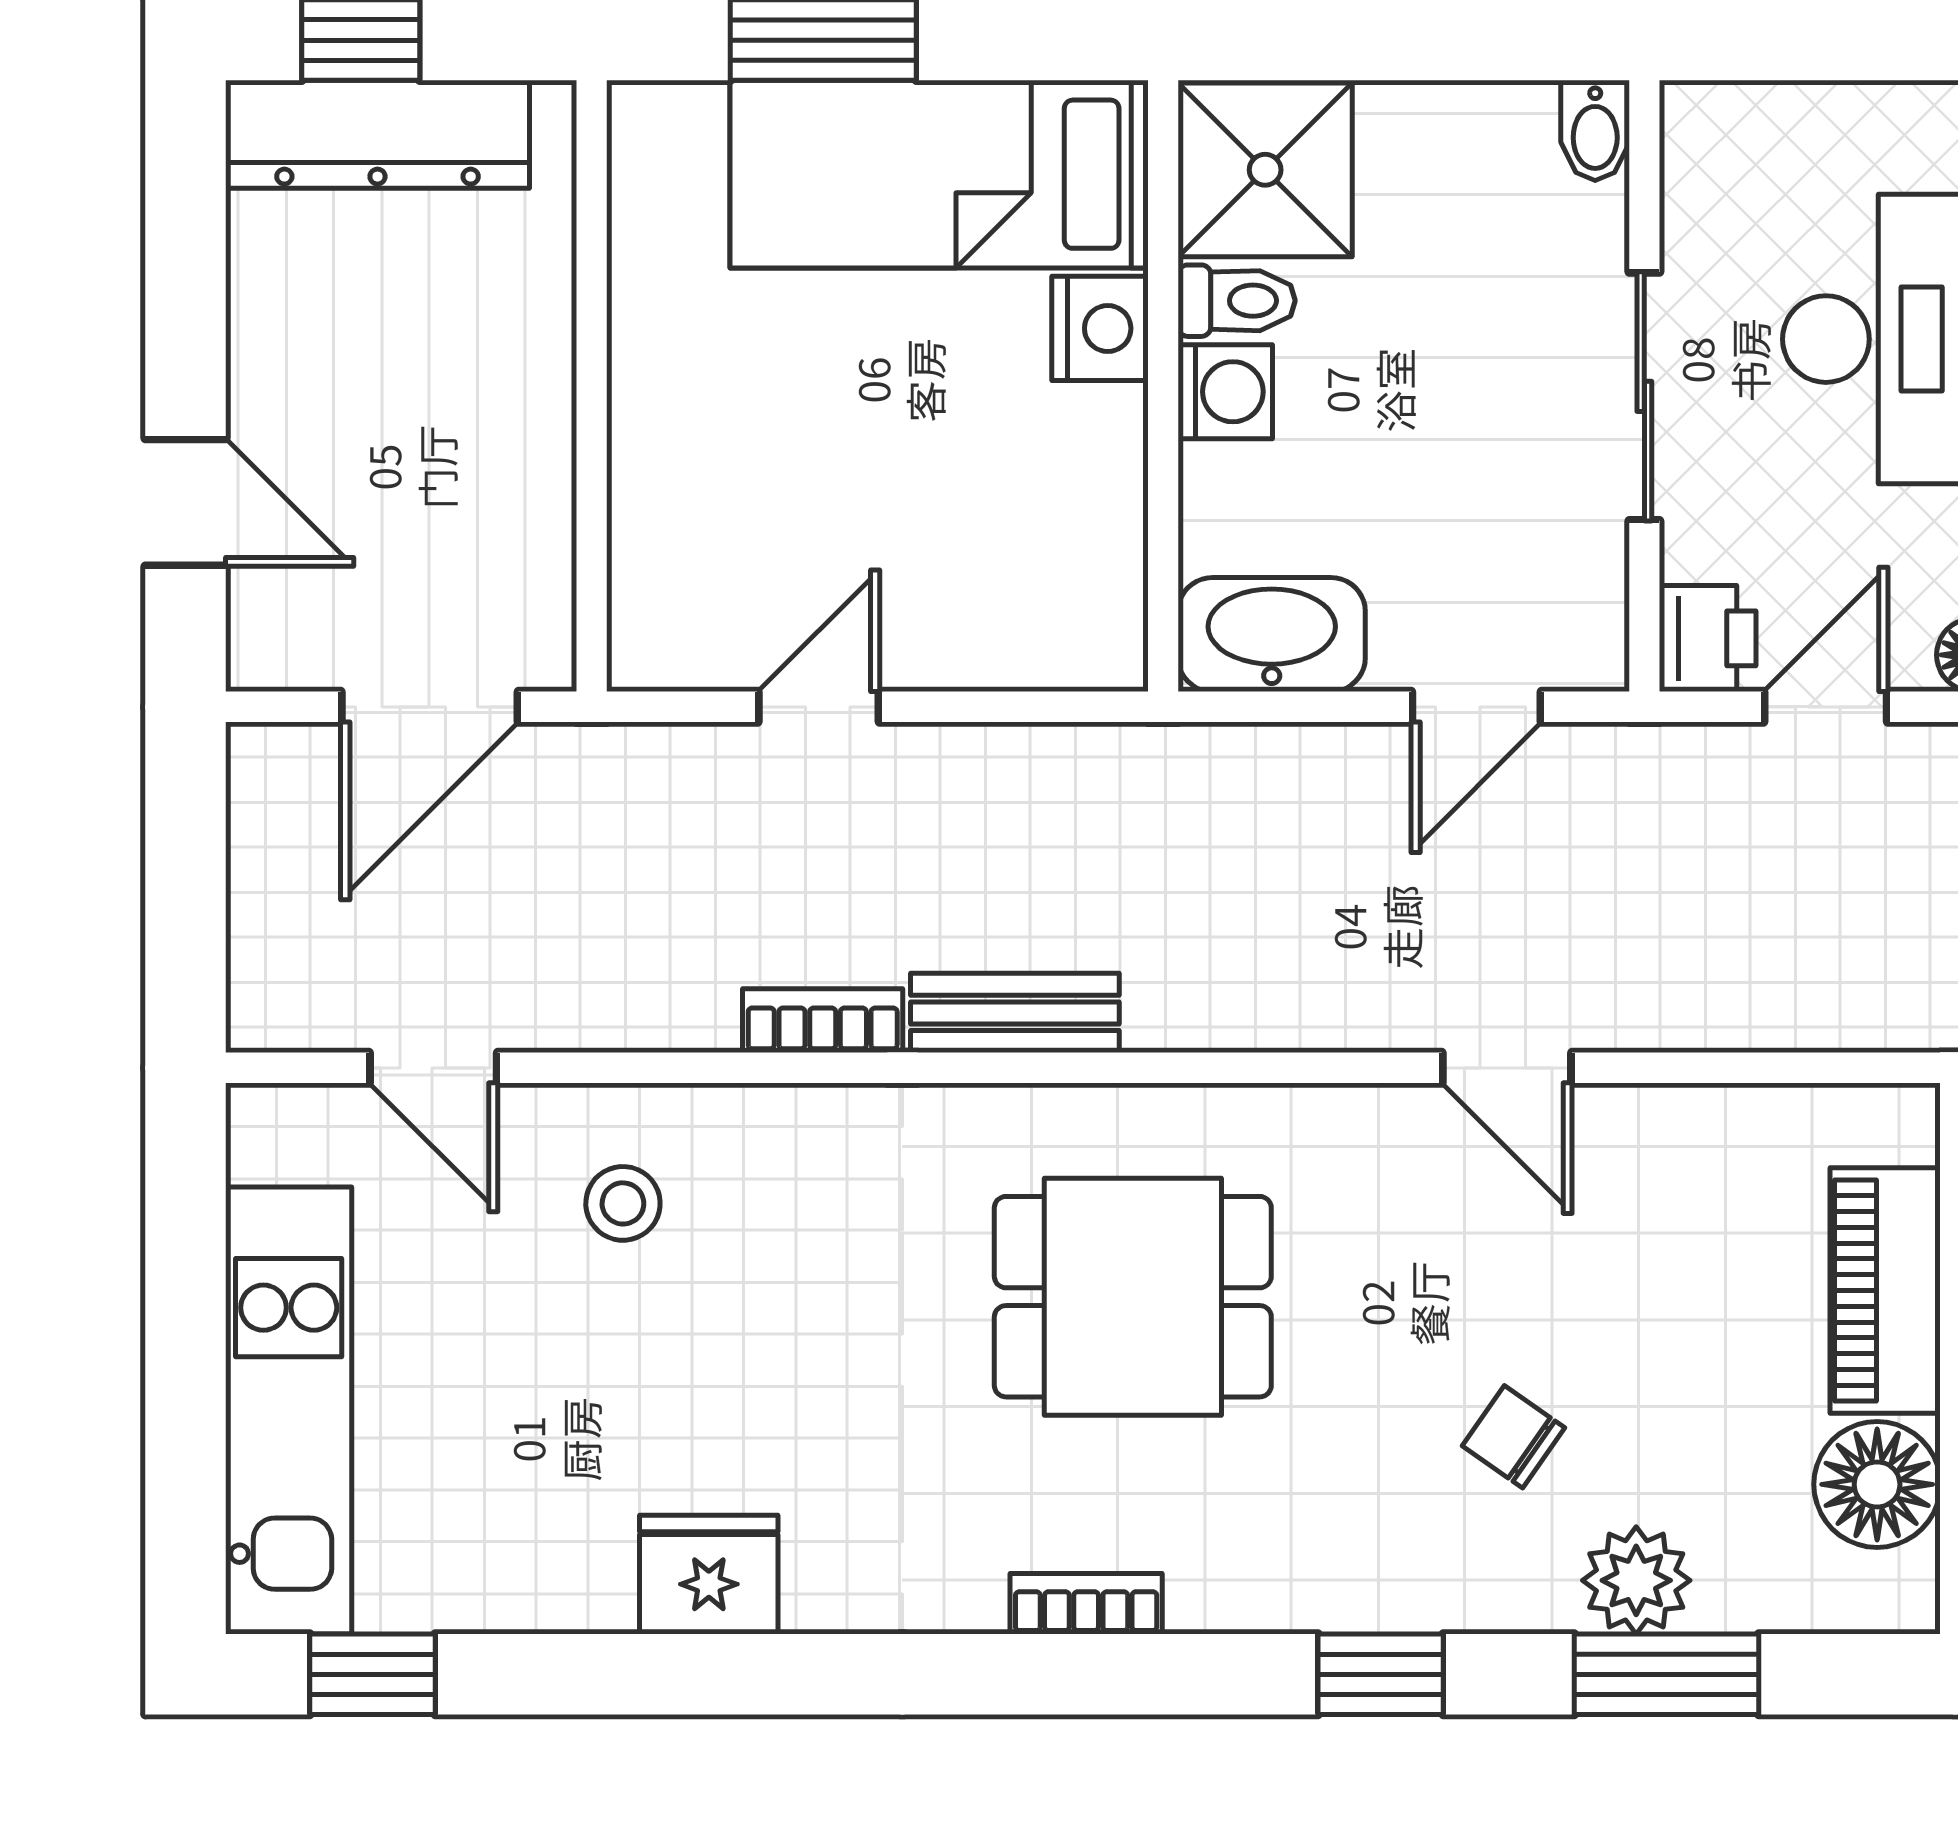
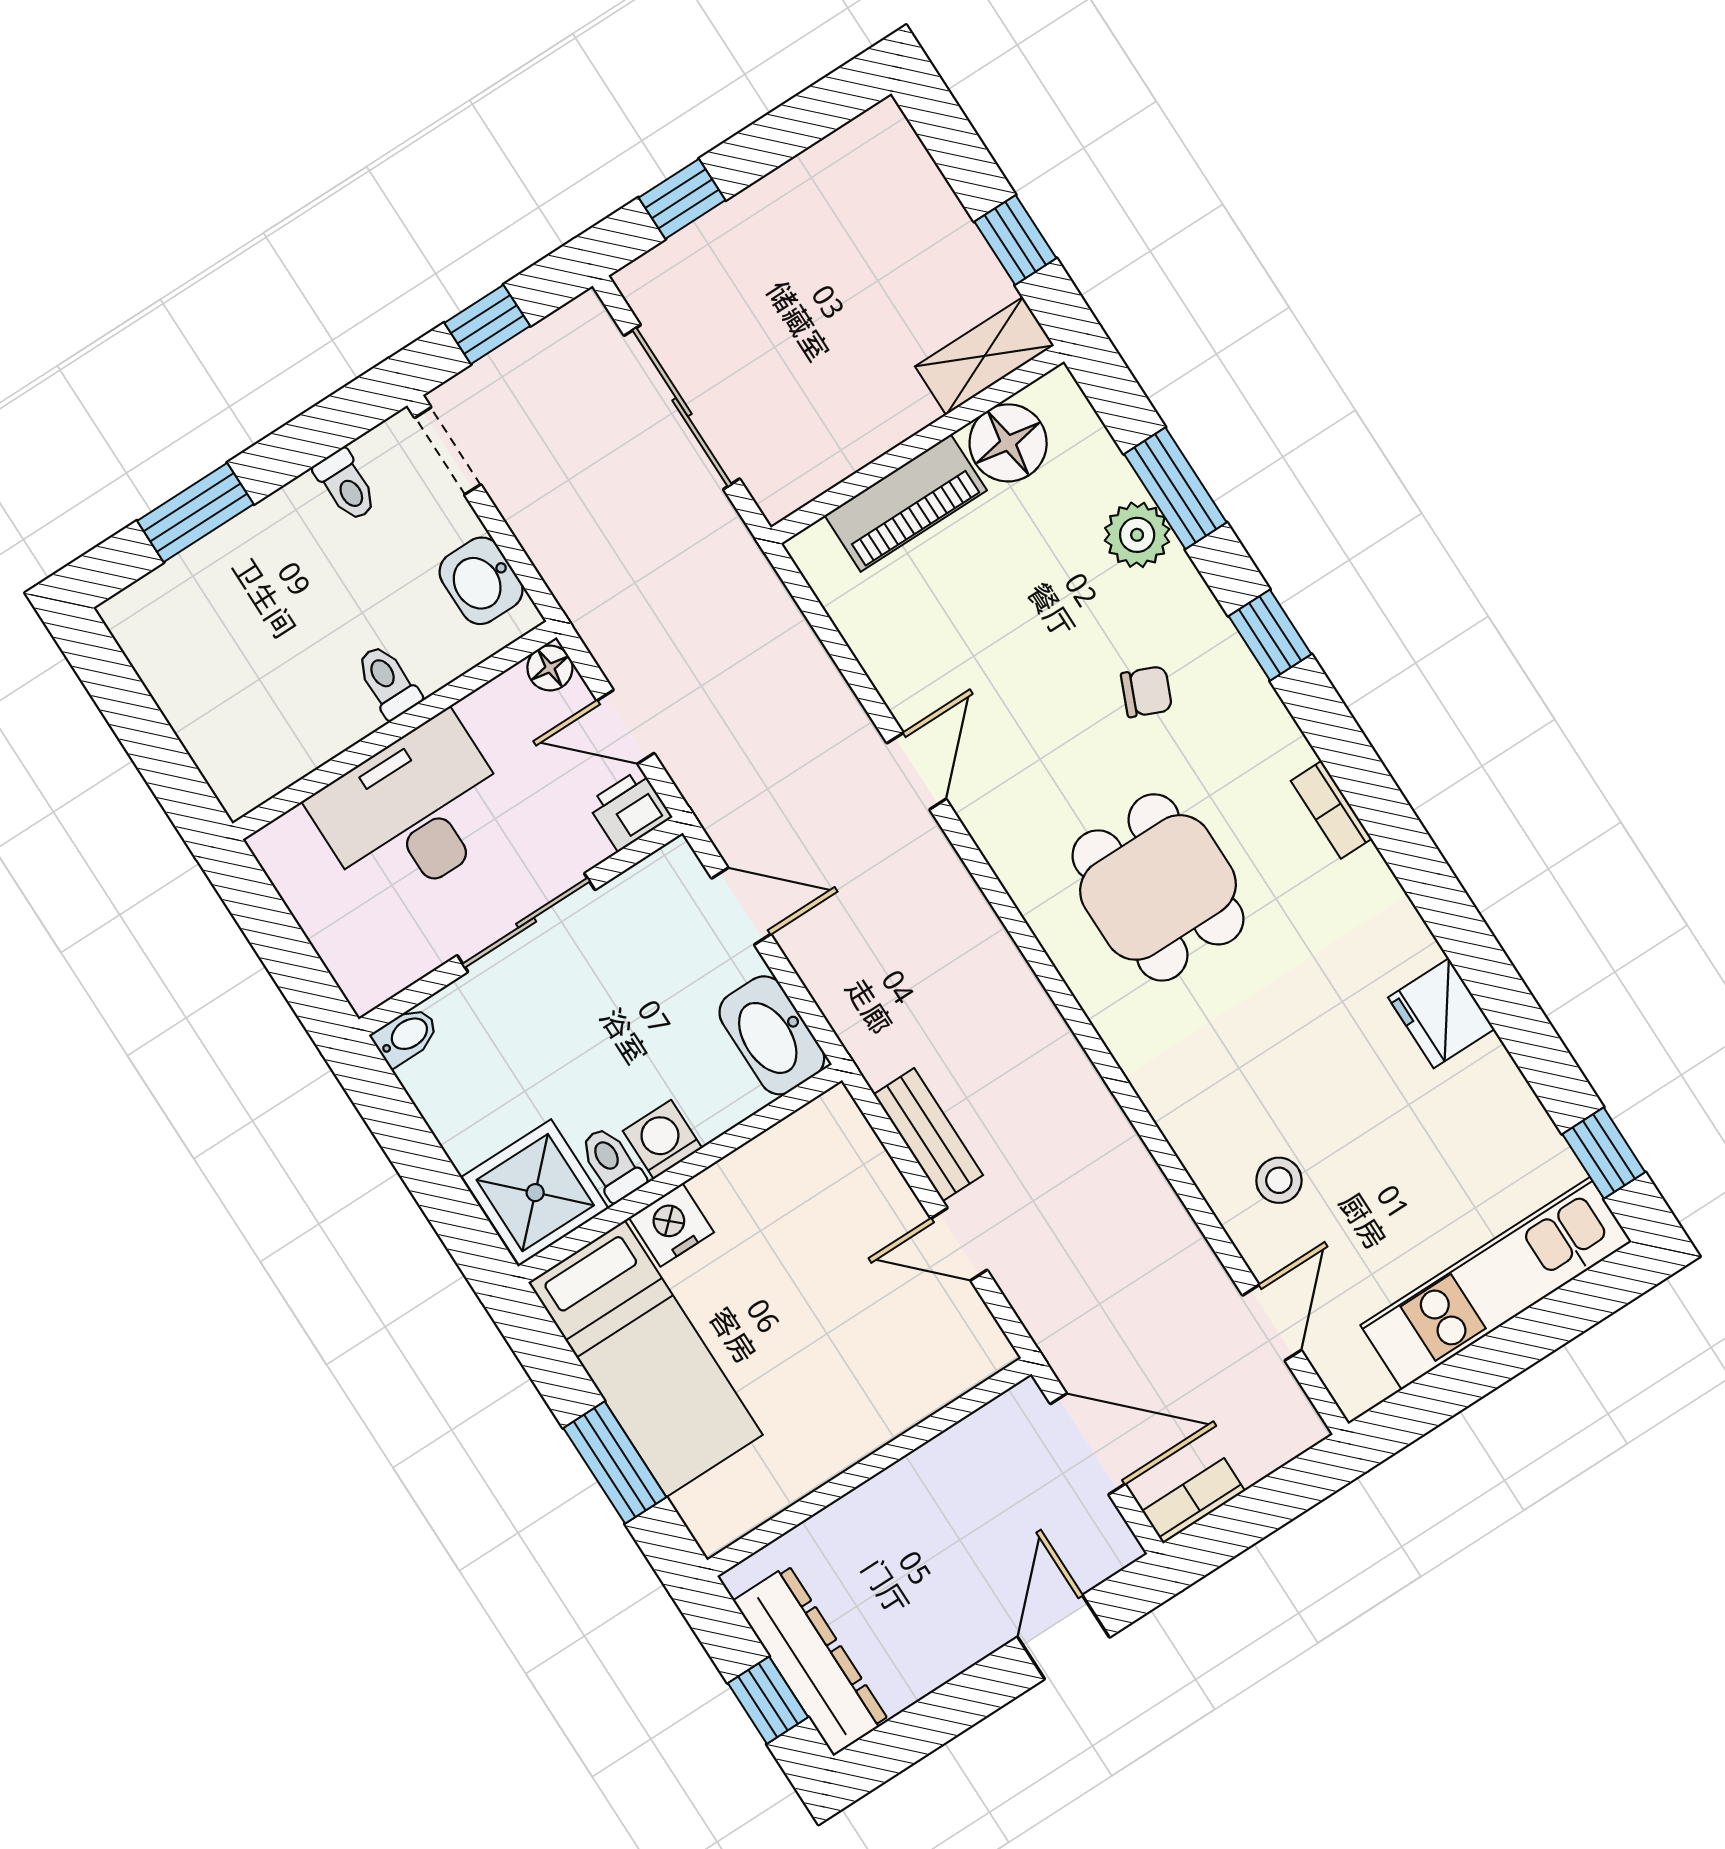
bench: (1015, 1013) -> (928, 1135), moved
bookcase: (823, 1021) -> (1194, 1501), moved, turned 90
chair: (1513, 1437) -> (1147, 692), moved, turned -102

